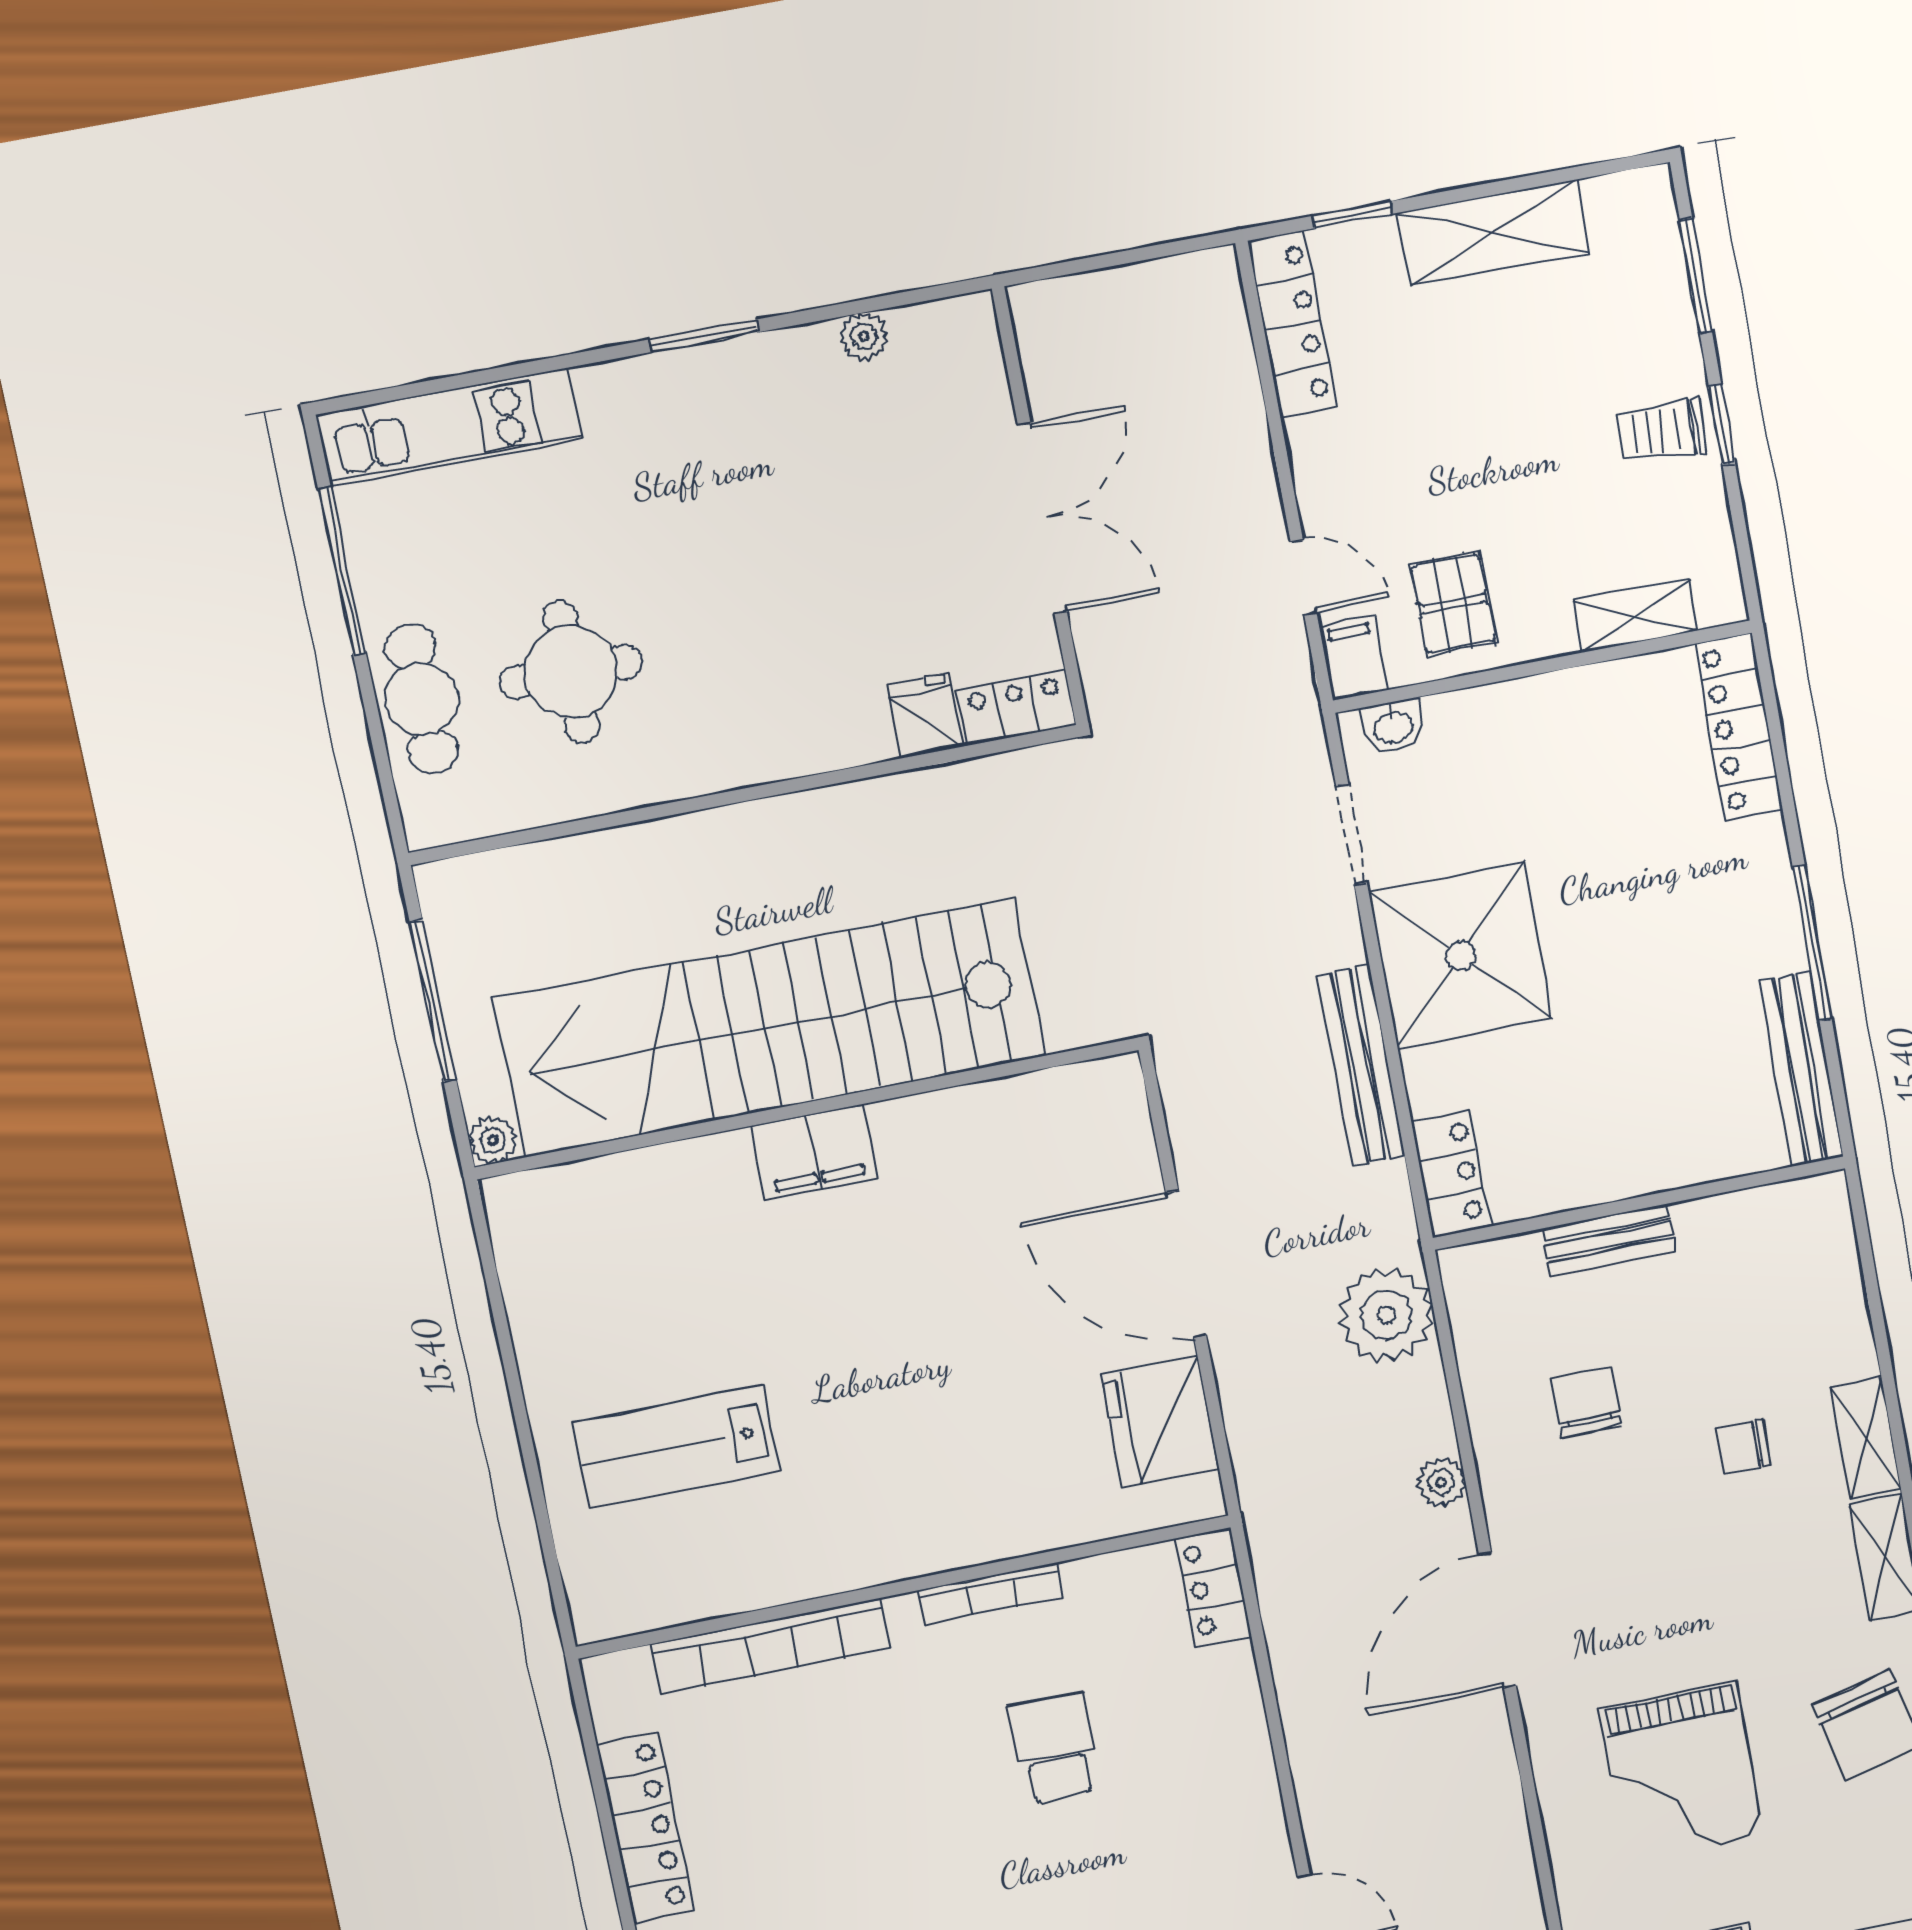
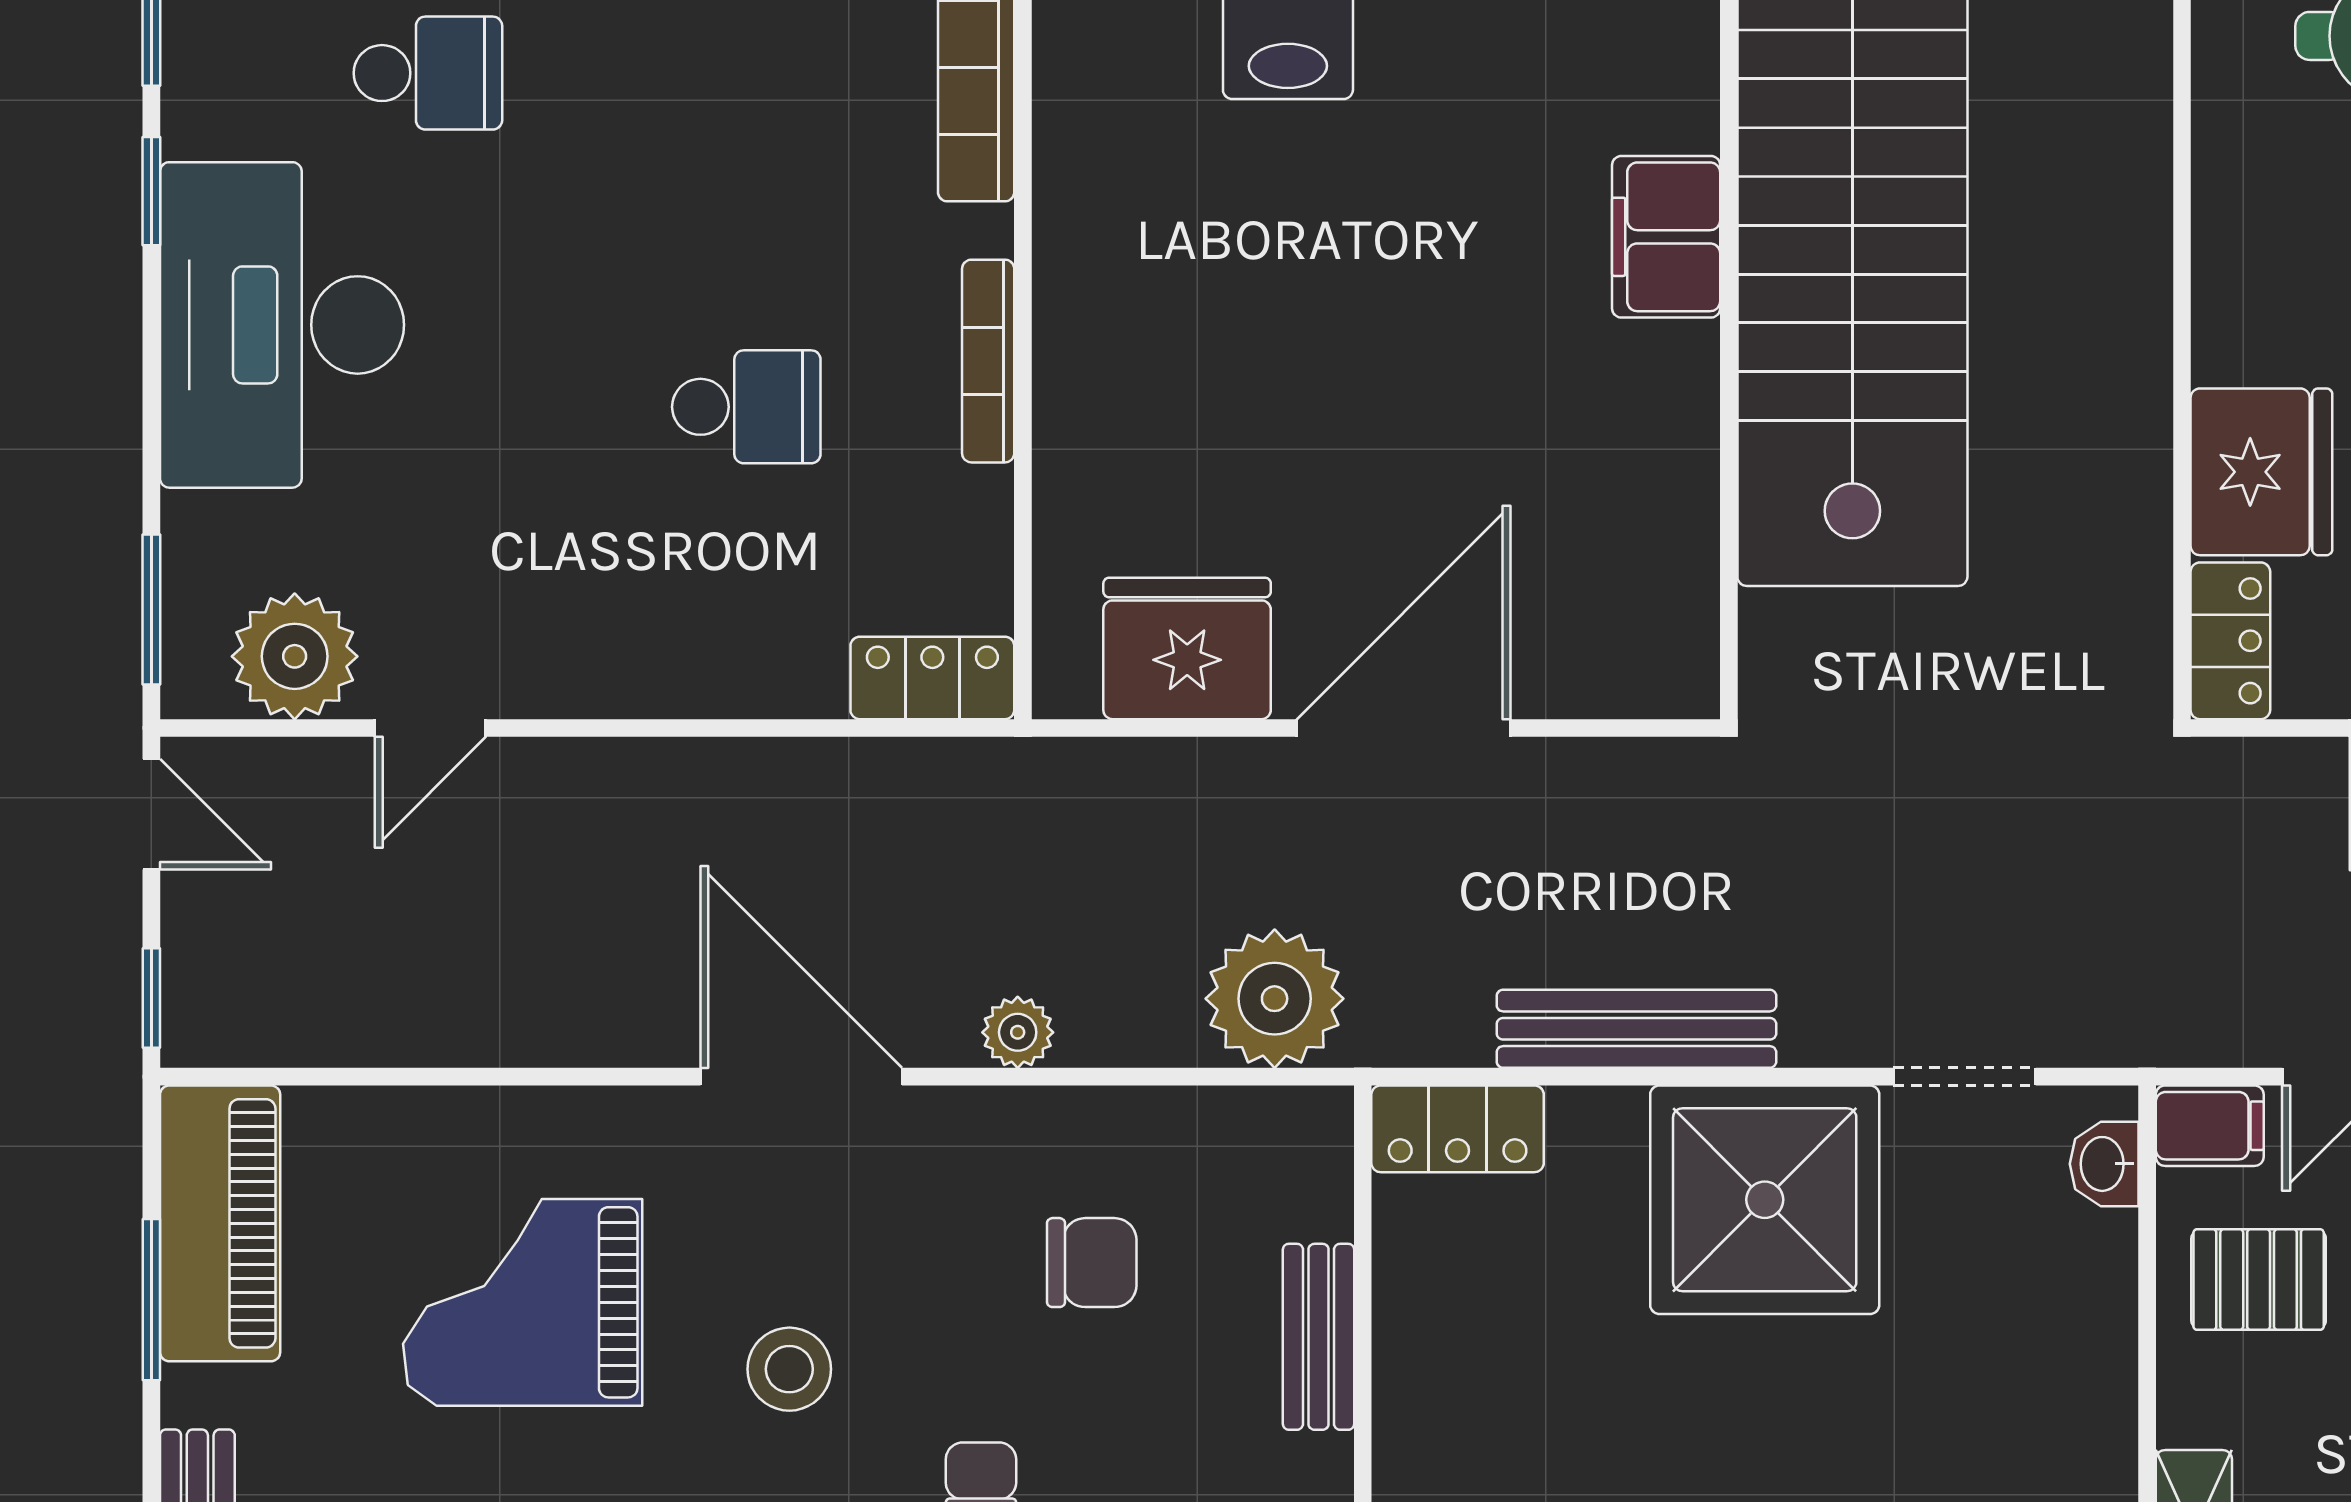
fridge: (924, 716) -> (2261, 472), width x1.88, depth x1.34
stool: (1694, 1588) -> (789, 1369), added

